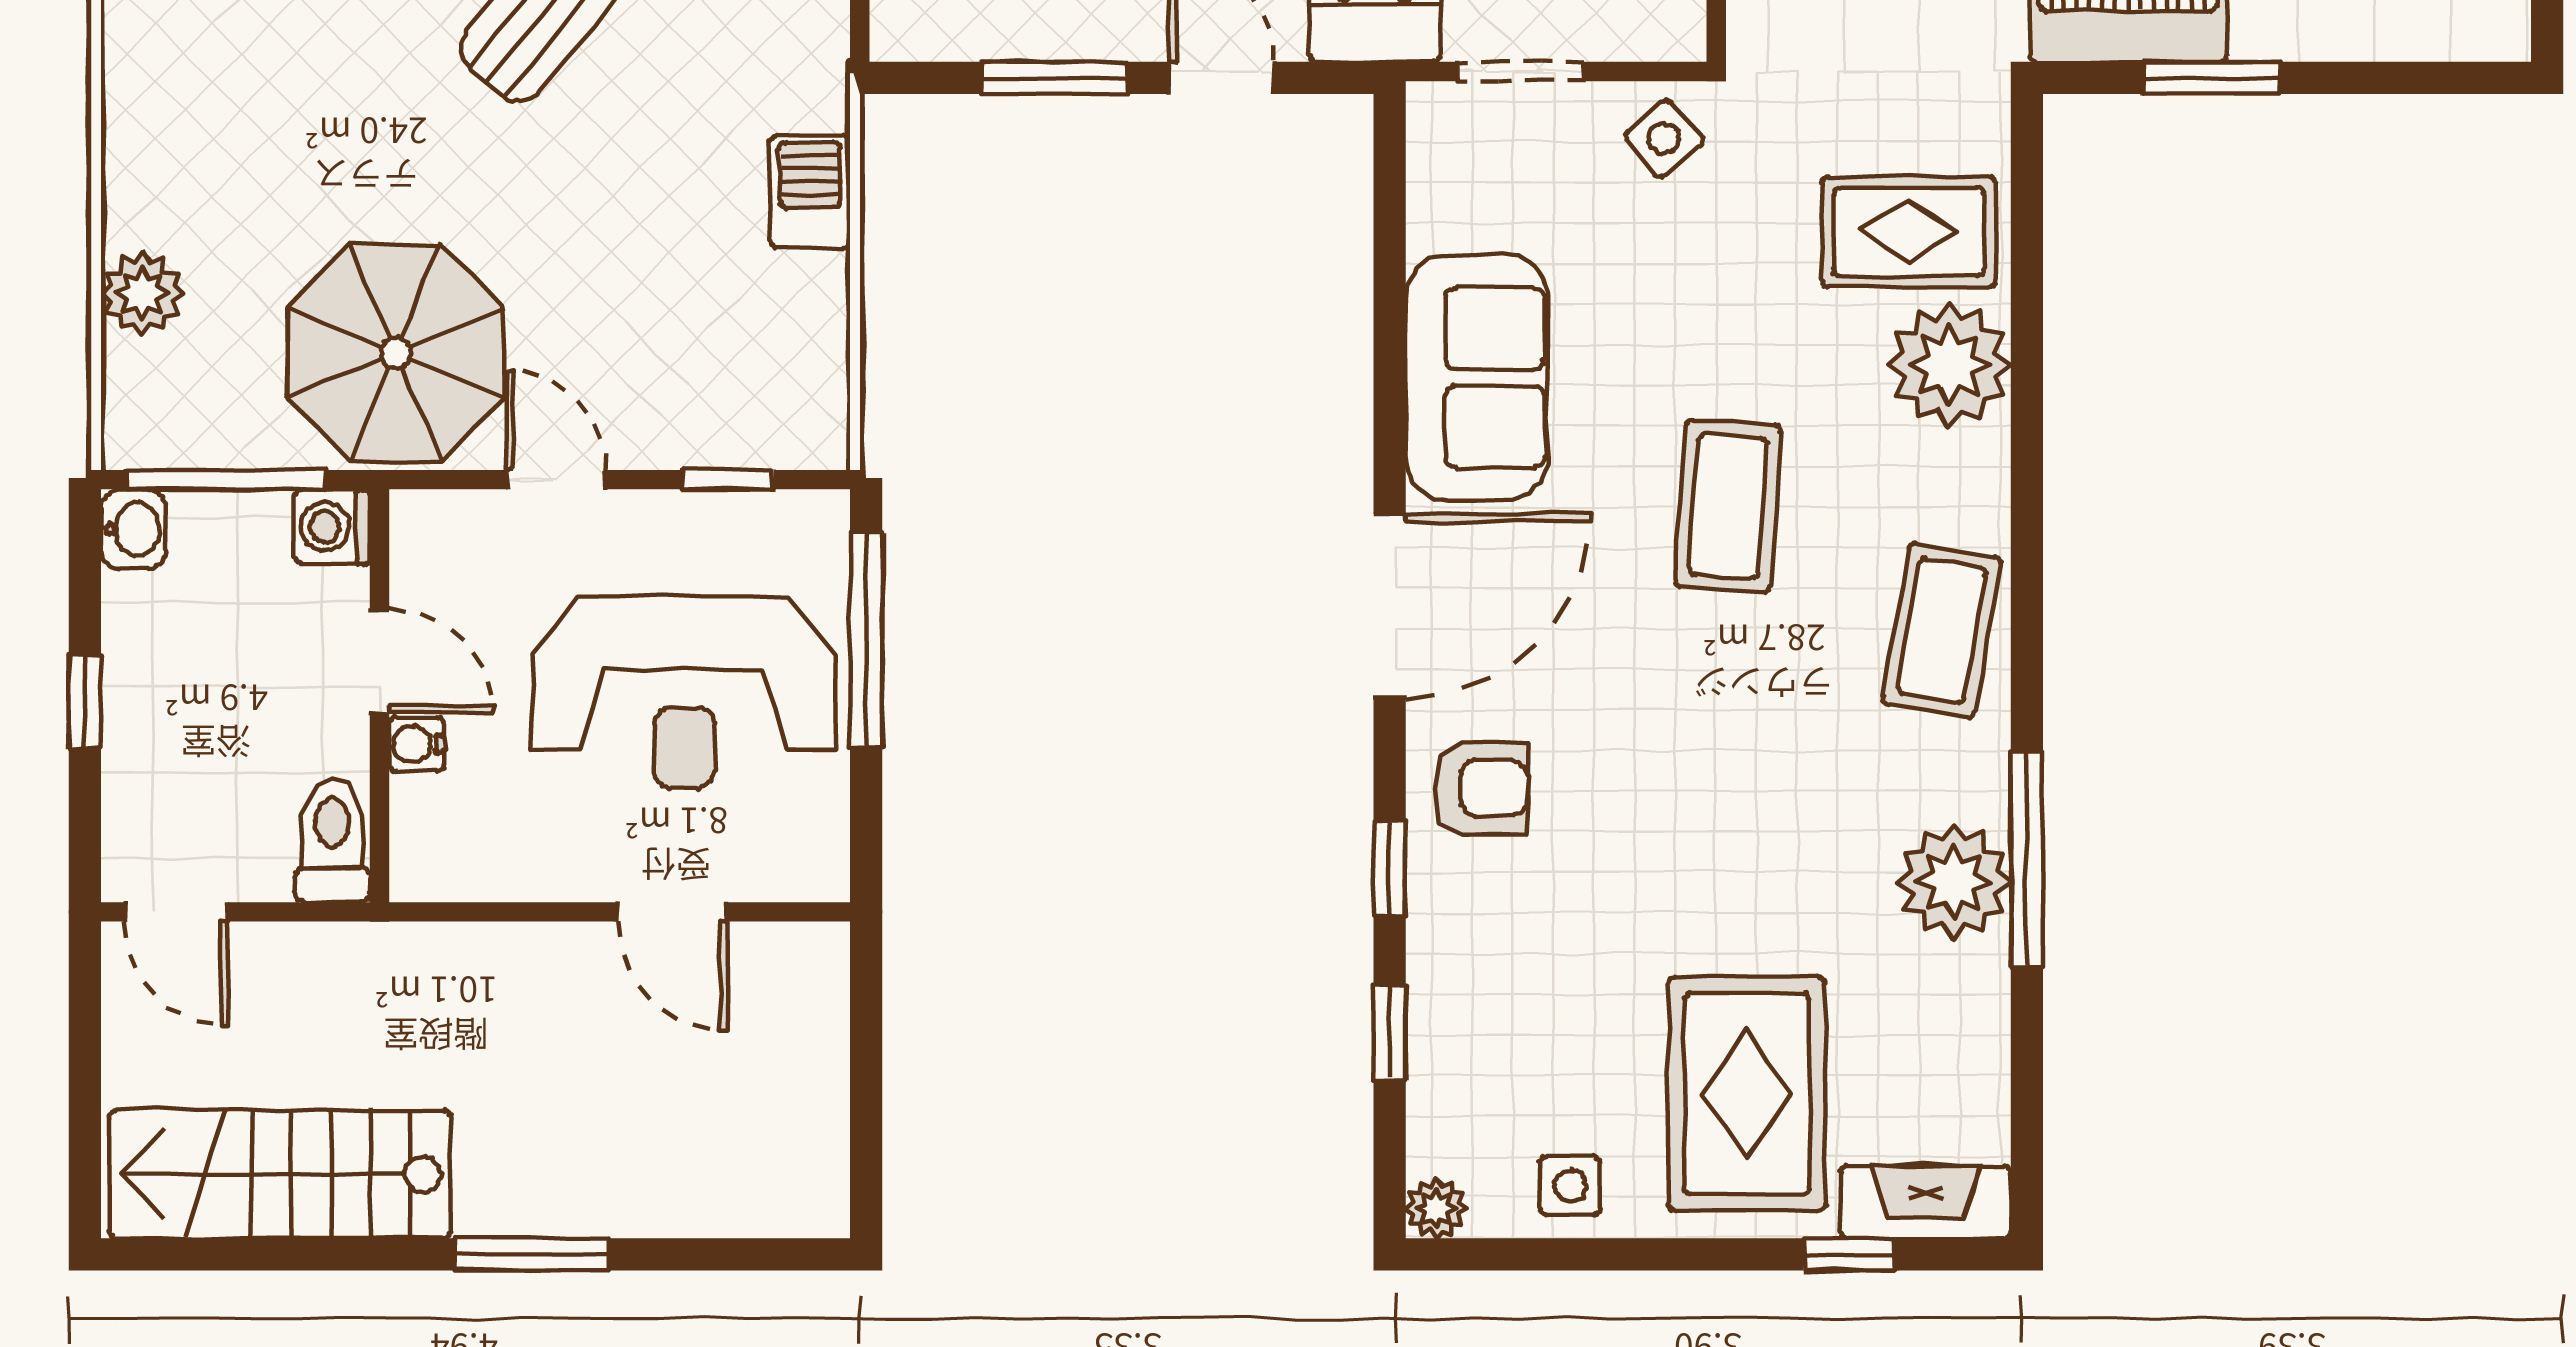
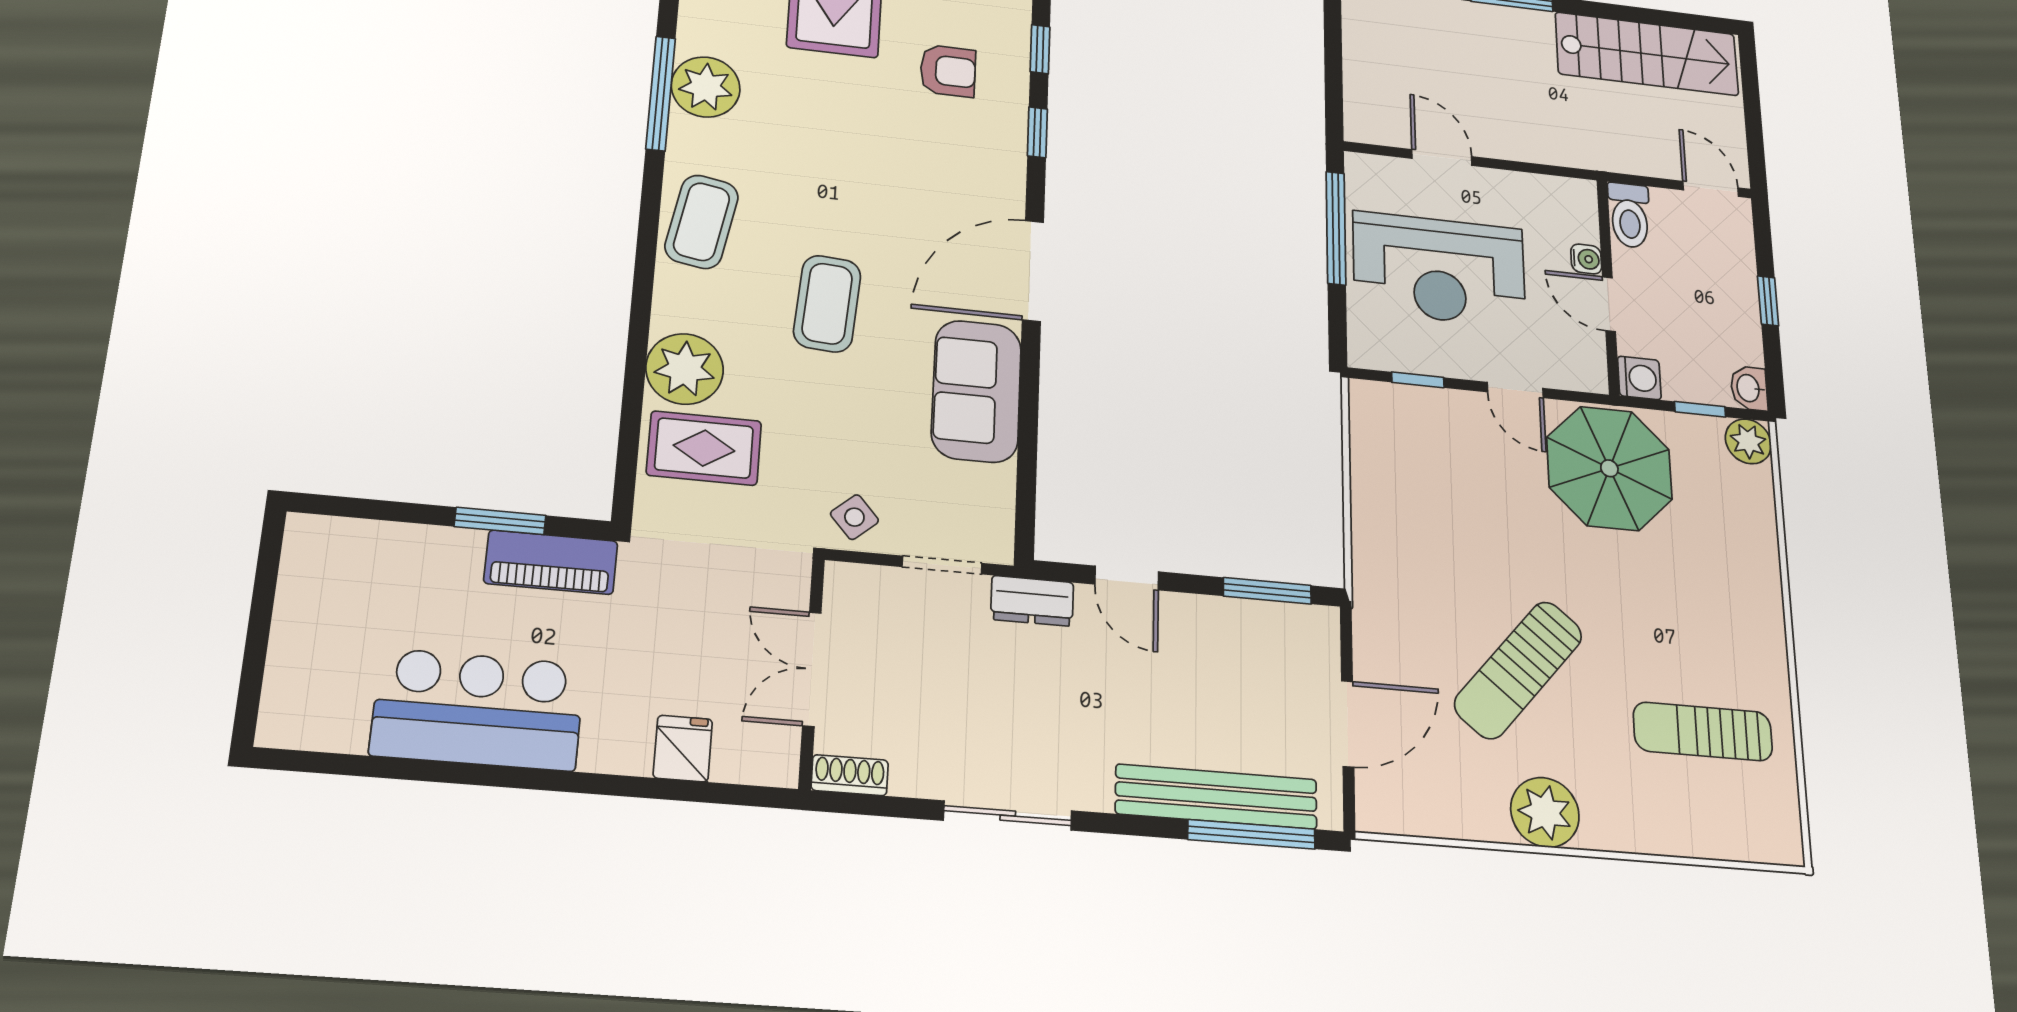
window: (1055, 78) -> (1267, 591), moved
barbecue: (810, 192) -> (1374, 535), removed
plant: (142, 293) -> (1748, 441), moved
window: (226, 480) -> (1700, 409), width x0.46
window: (866, 640) -> (1336, 228), moved
reception desk: (684, 692) -> (1439, 269), turned 180
armchair: (1481, 788) -> (948, 71), moved, turned 180

